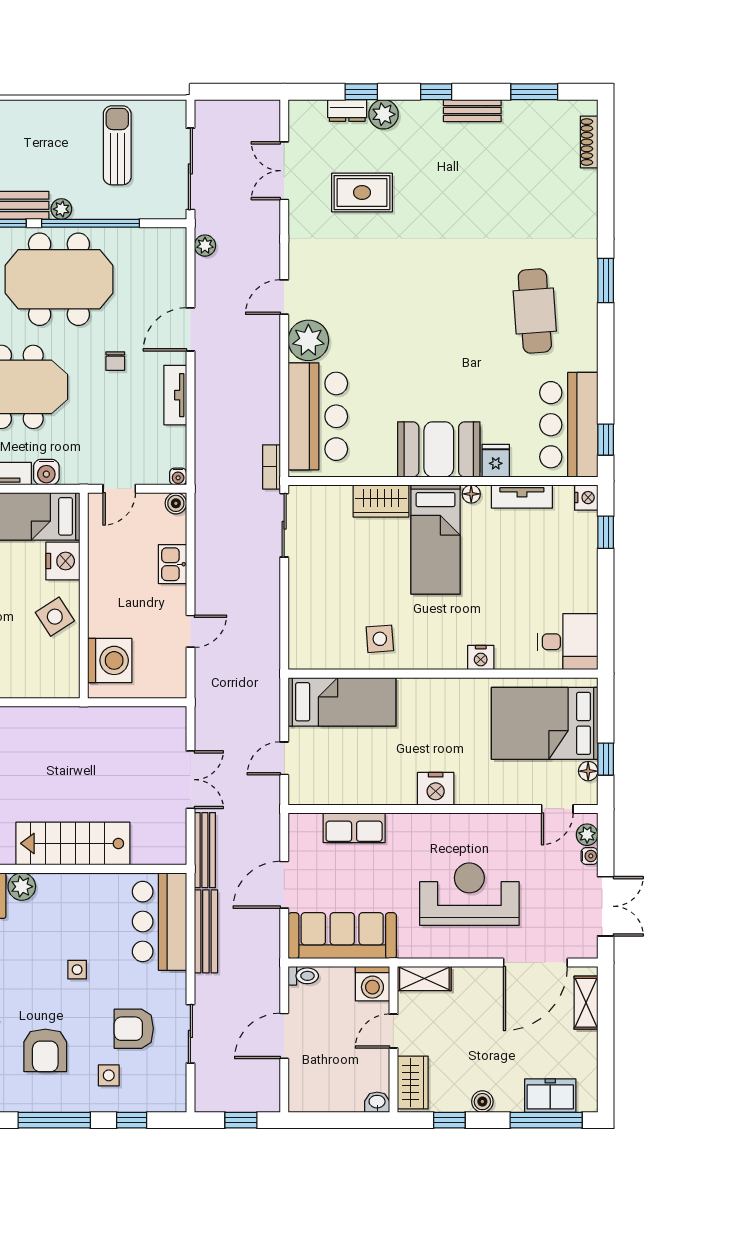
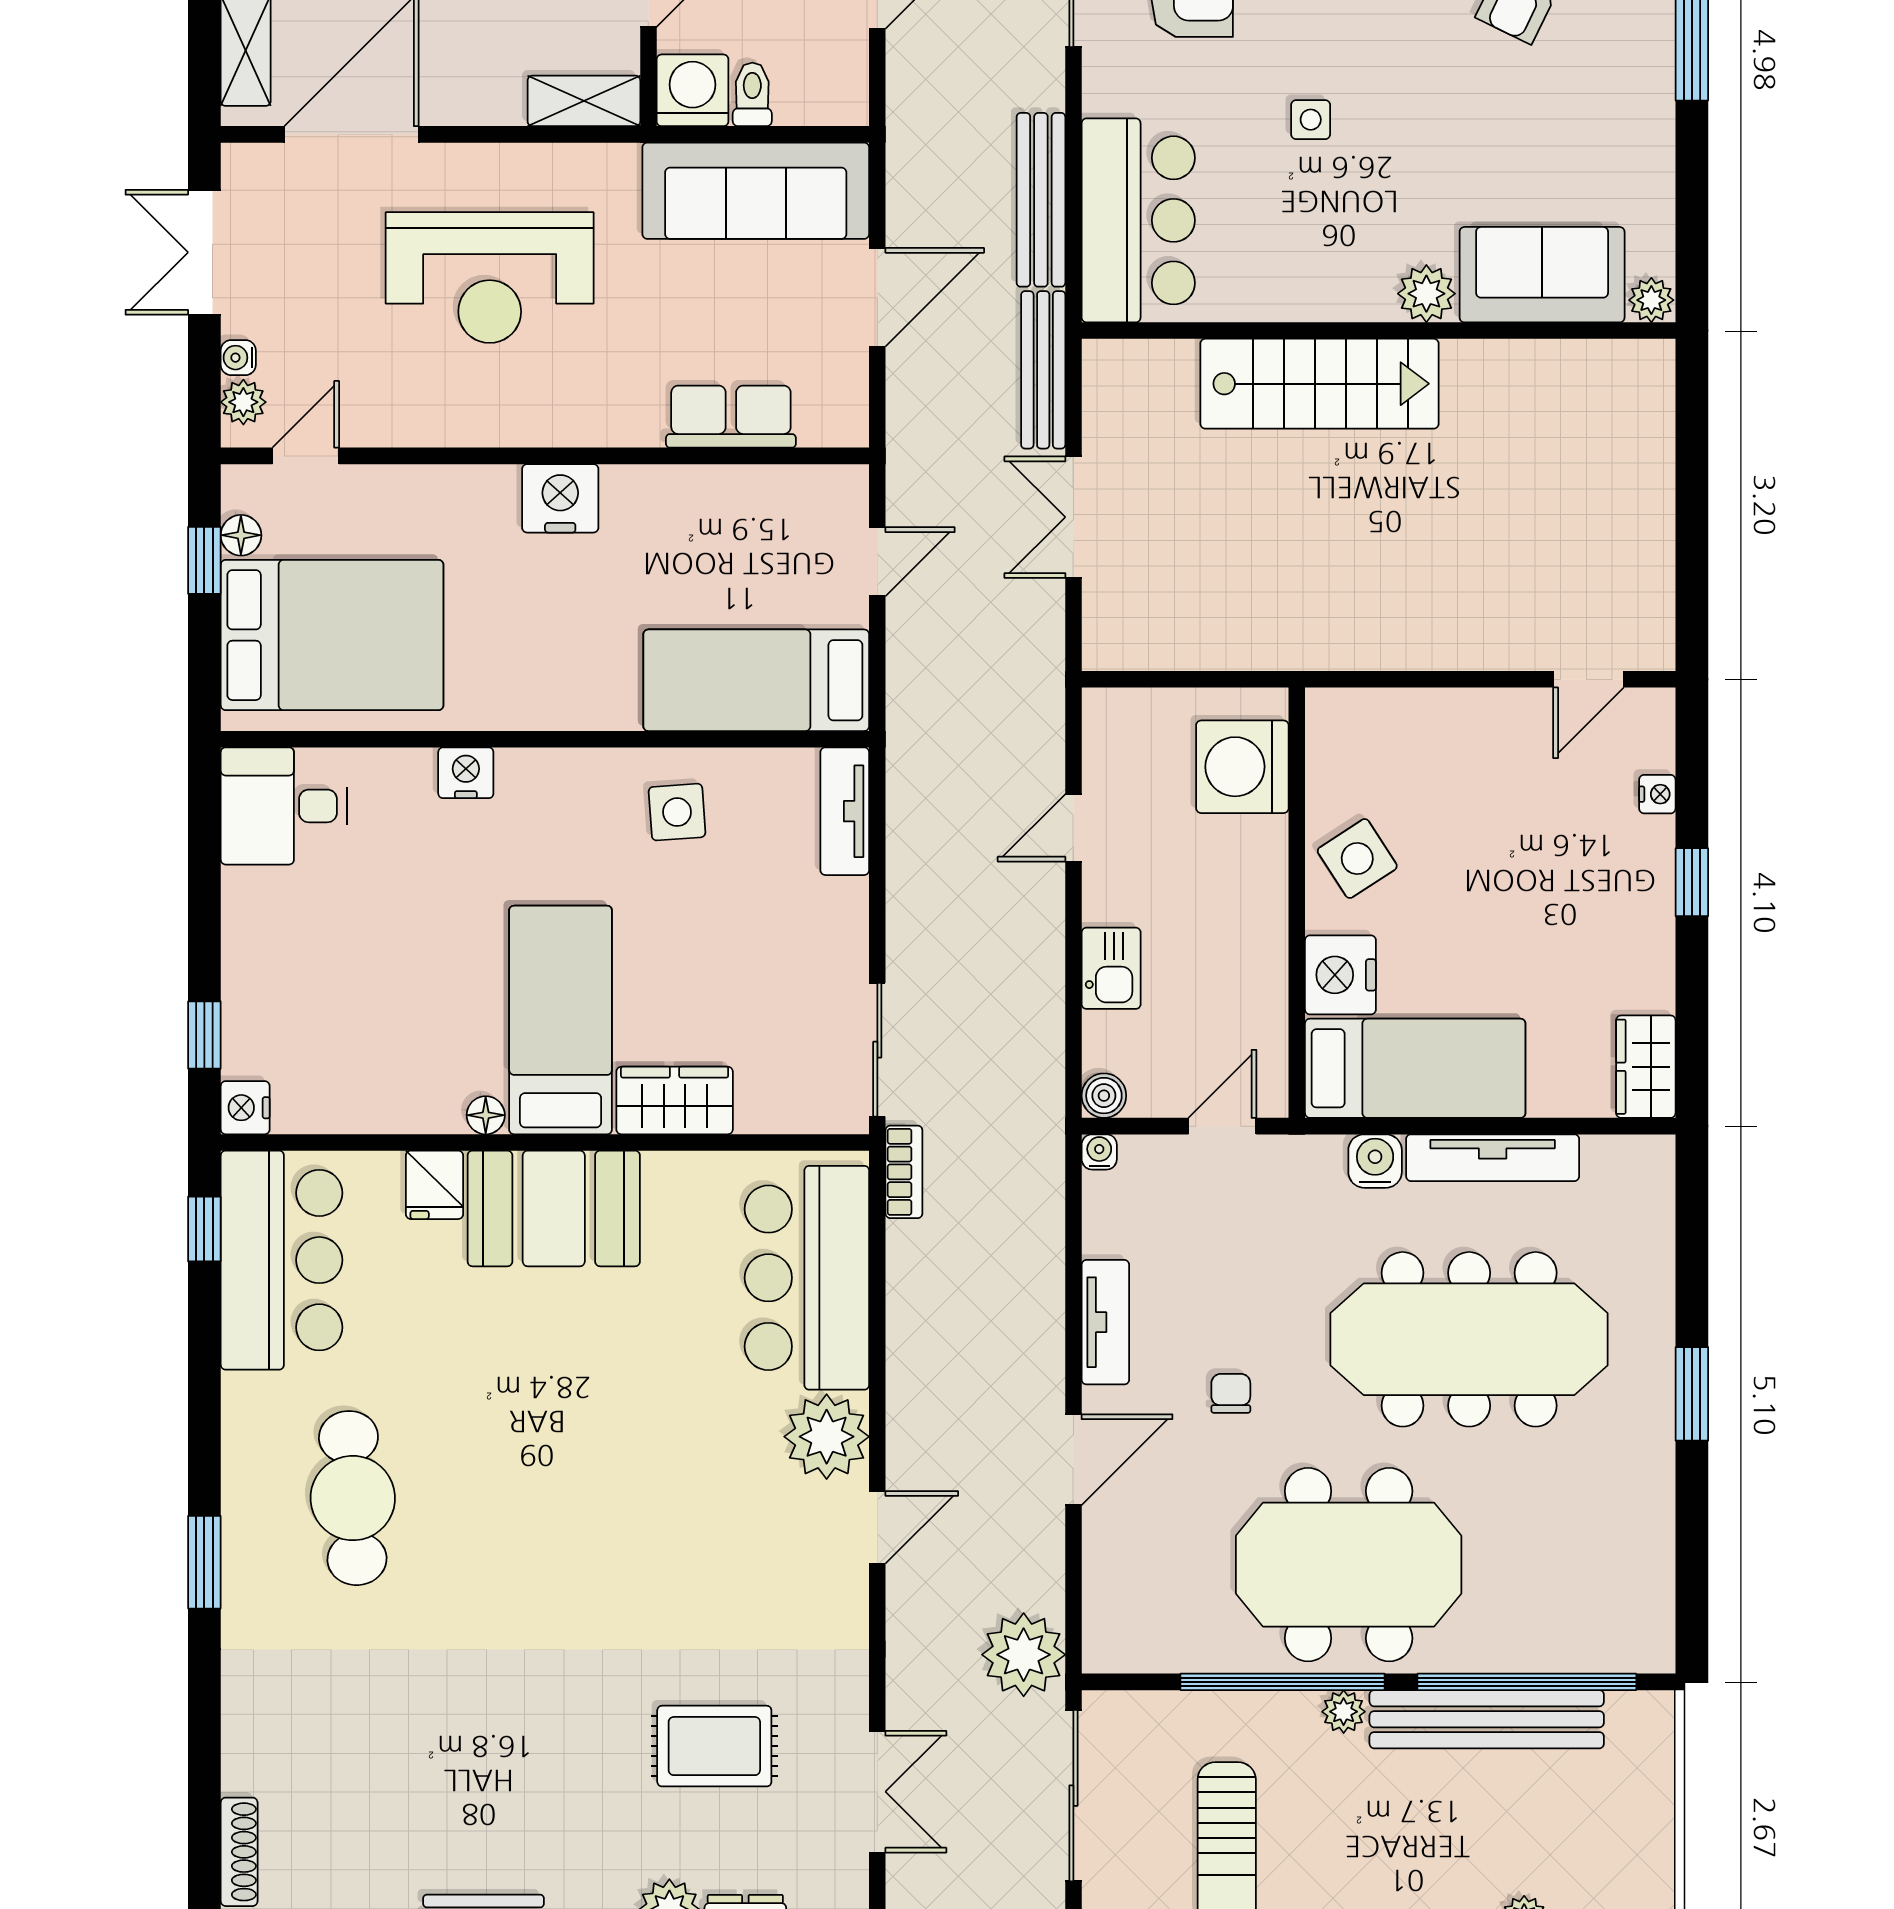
plant: (205, 246) -> (1024, 1655), width x1.88, depth x1.88
tv unit: (522, 497) -> (845, 811), moved, turned -90
toilet: (303, 976) -> (752, 94), moved, turned 90

